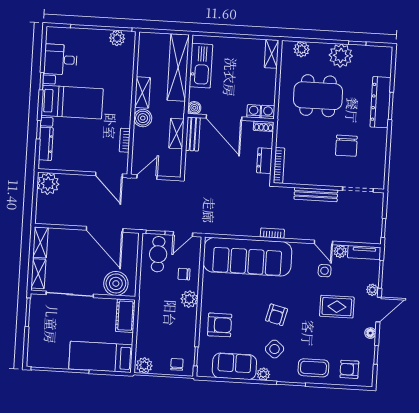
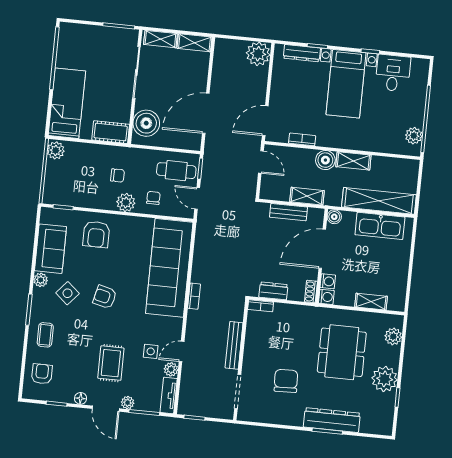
shelving: (272, 54) -> (371, 302), moved
bench: (193, 134) -> (288, 212), moved
chair: (346, 146) -> (286, 381), turned 88
bookcase: (279, 165) -> (261, 306), width x0.64
chair: (177, 364) -> (118, 175), moved
coffee table: (313, 368) -> (45, 335), width x0.73, depth x0.77

